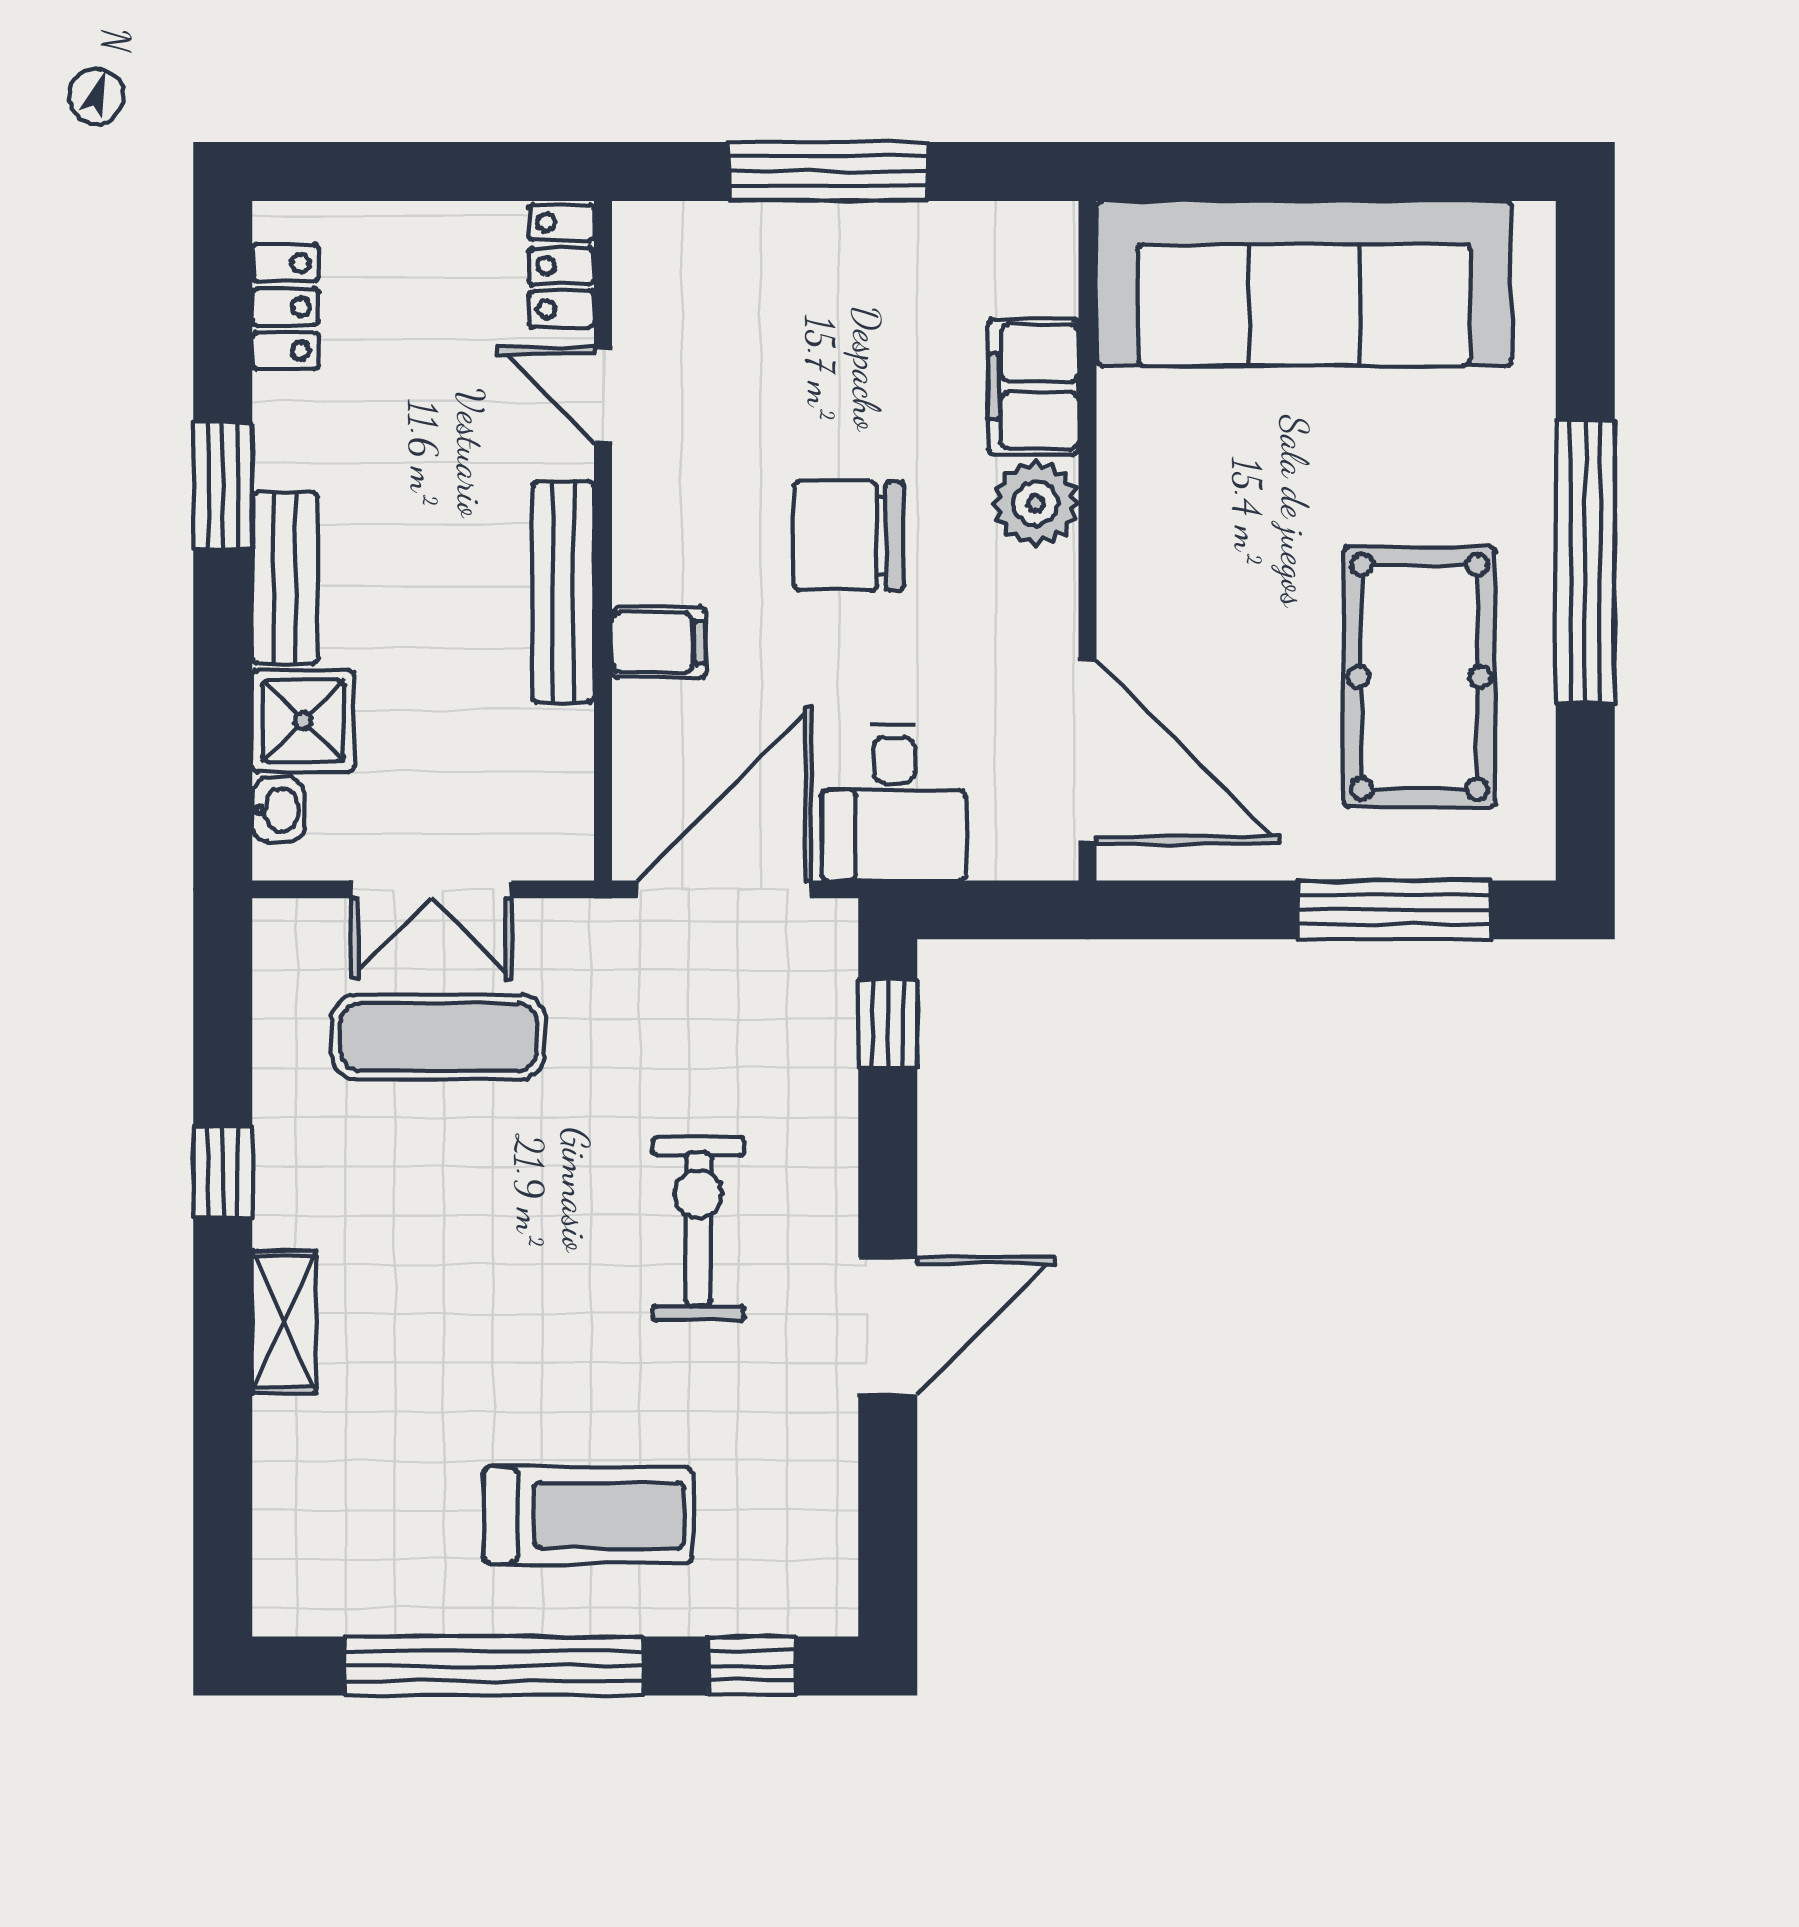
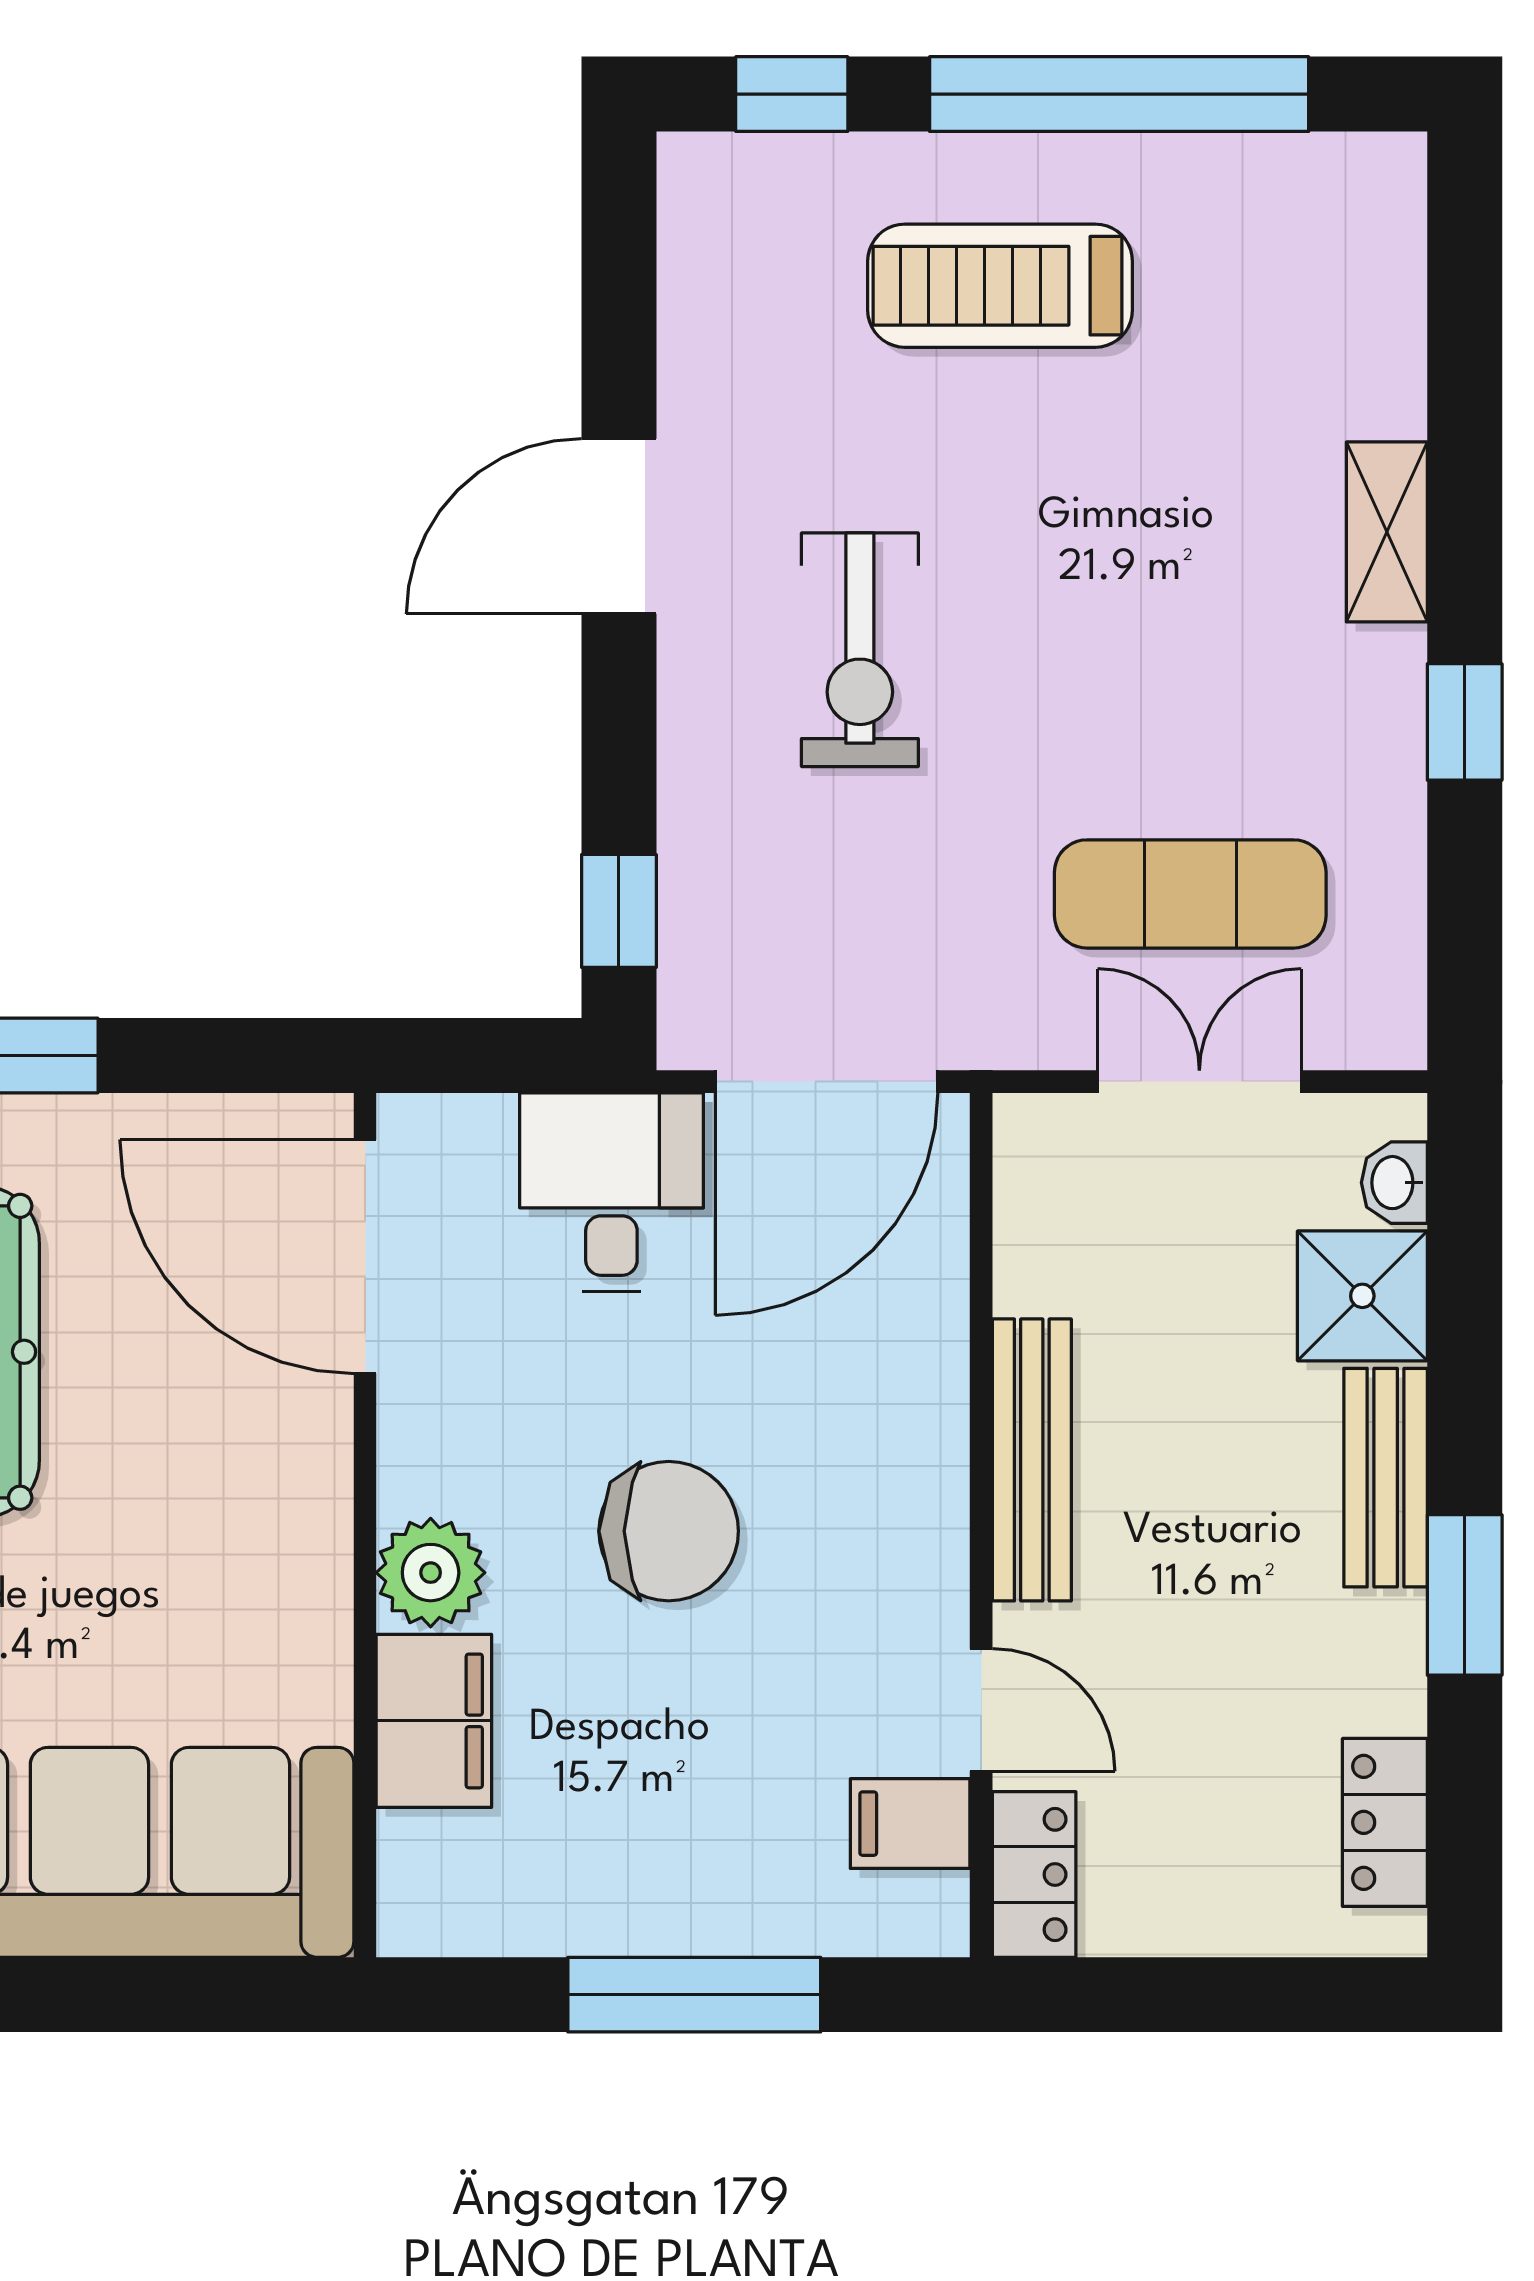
filing cabinet: (659, 643) -> (910, 1824), moved

